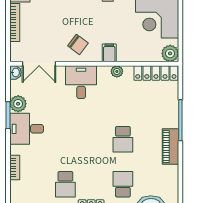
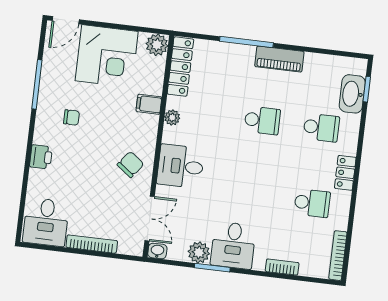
filing cabinet: (109, 53) -> (149, 104), moved
school desk: (123, 184) -> (321, 128), turned 180

